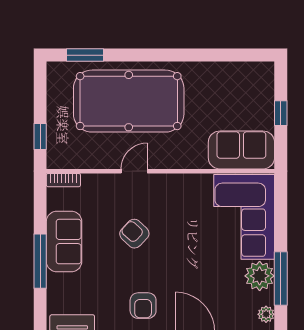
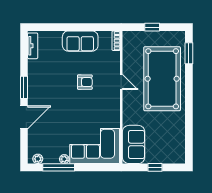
window: (40, 136) -> (152, 27), moved
armchair: (134, 234) -> (85, 82), turned 47
window: (40, 261) -> (69, 27), removed
plant: (260, 276) -> (64, 159), width x0.53, depth x0.53
armchair: (143, 306) -> (43, 87), removed

